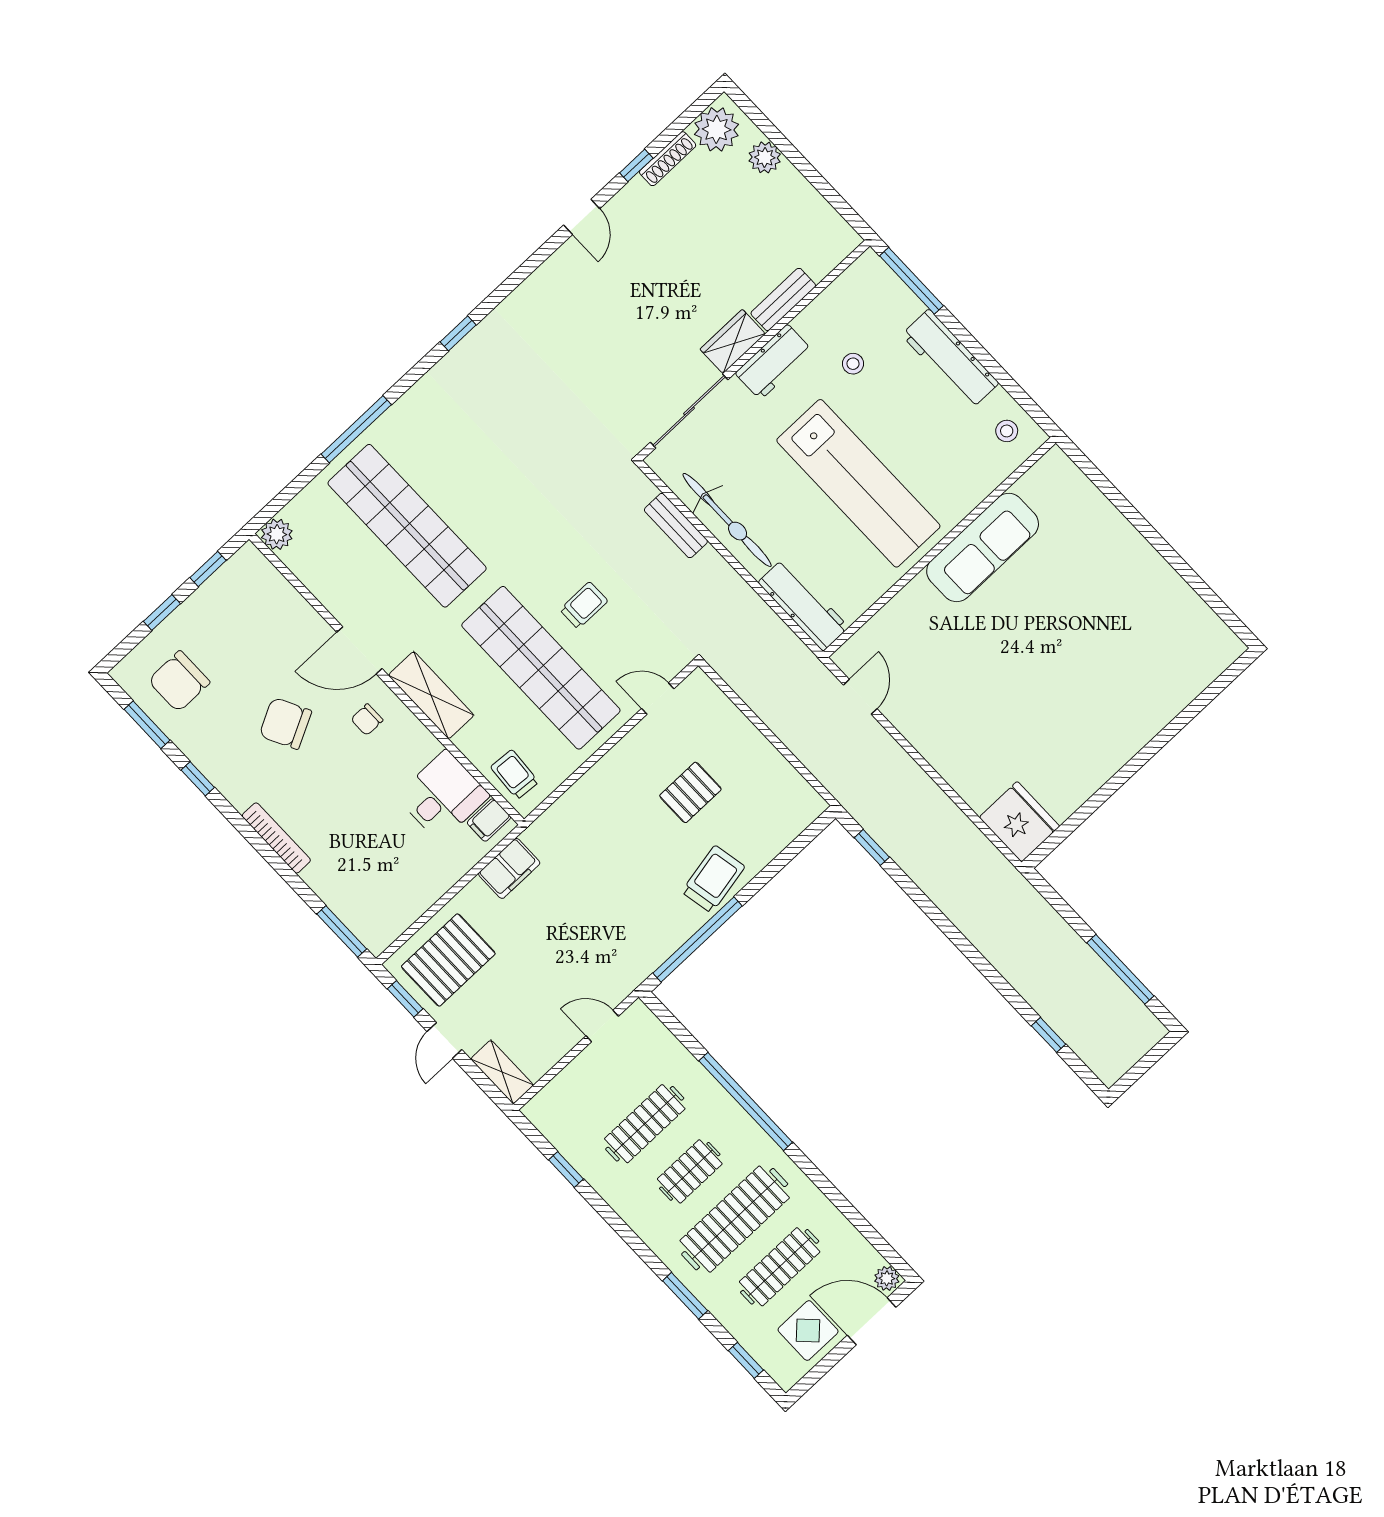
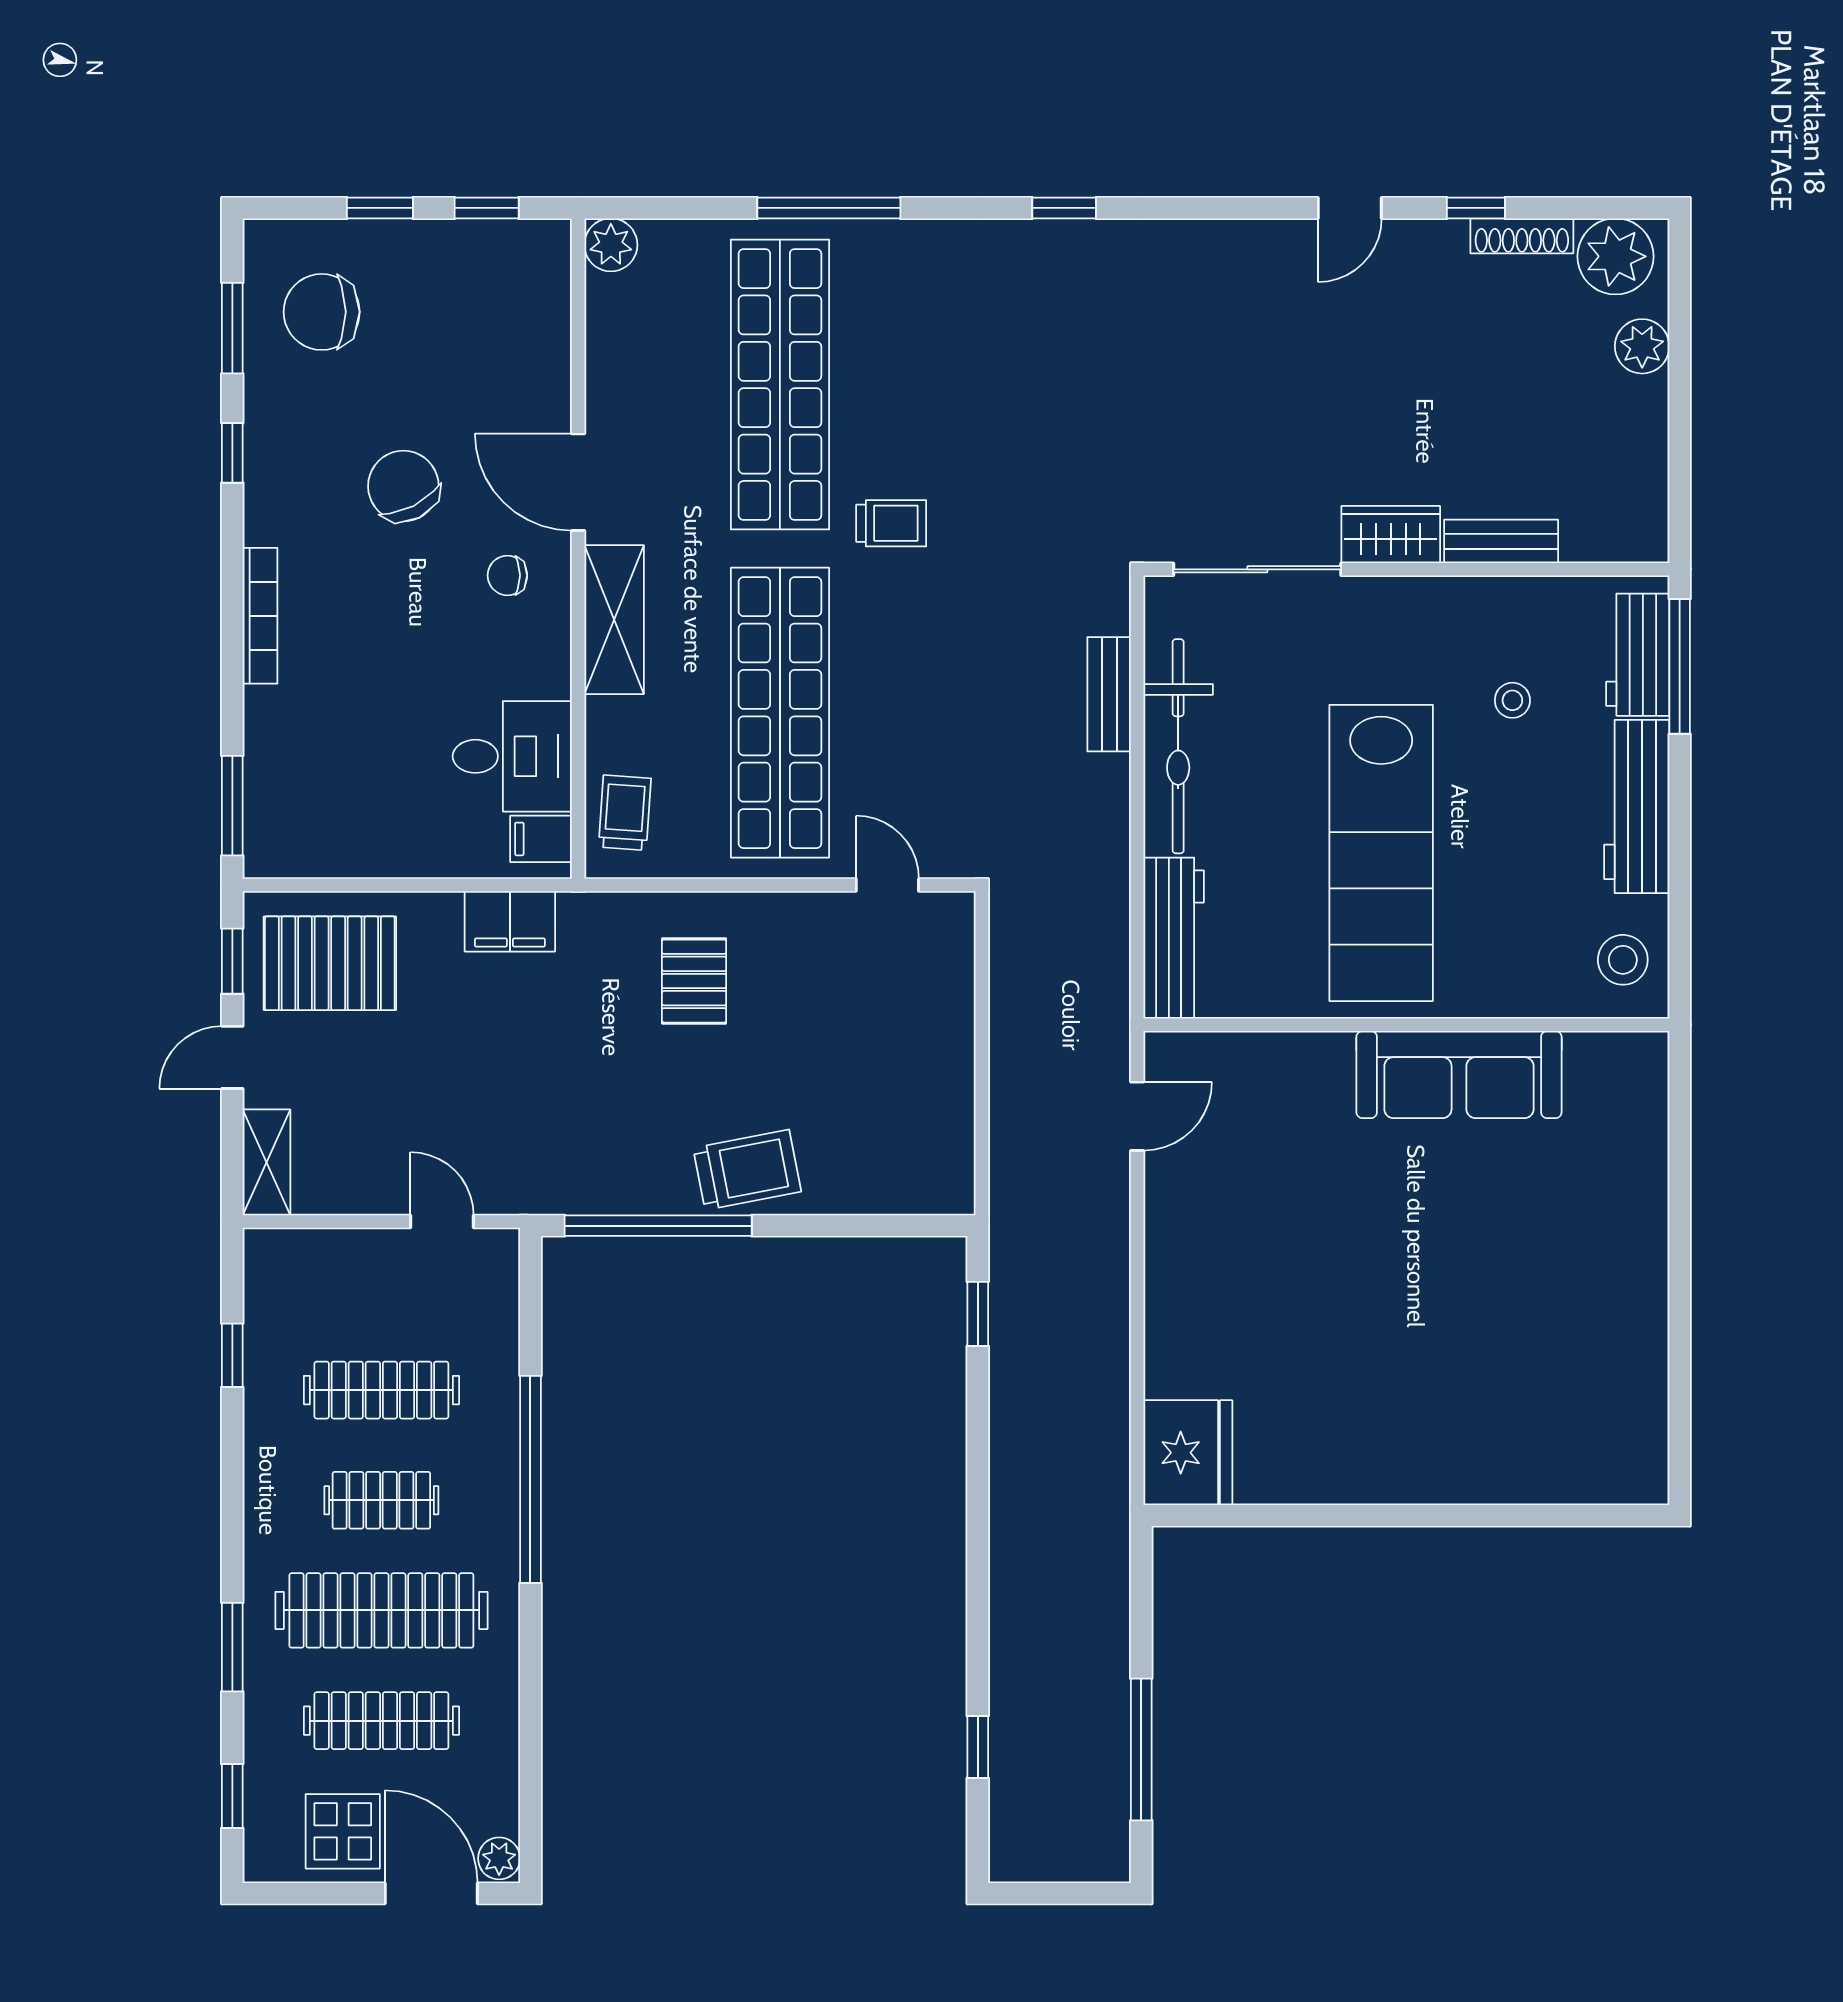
workbench: (774, 362) -> (1638, 655), moved, turned 90
stool: (1007, 431) -> (1623, 960), width x1.37, depth x1.37
trolley: (584, 605) -> (891, 523), moved
pallet: (690, 792) -> (694, 981), moved, turned 90

